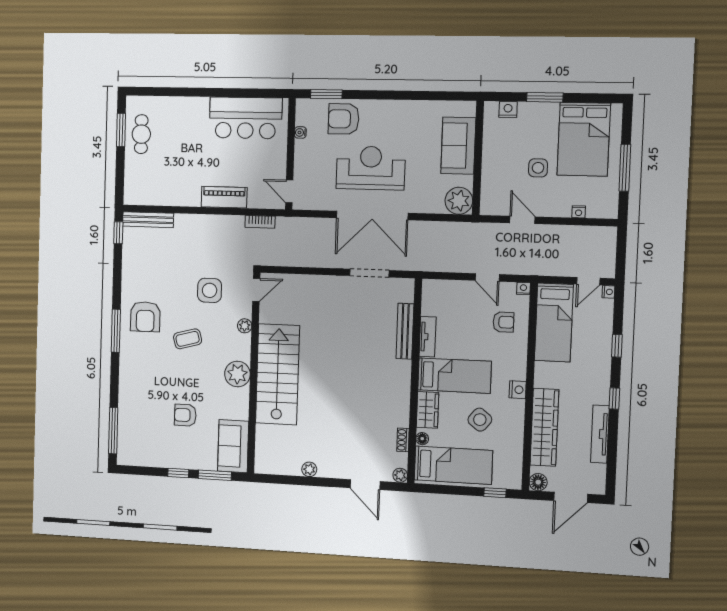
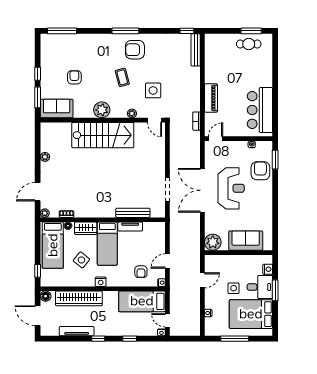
desk: (538, 123) -> (260, 287), added

